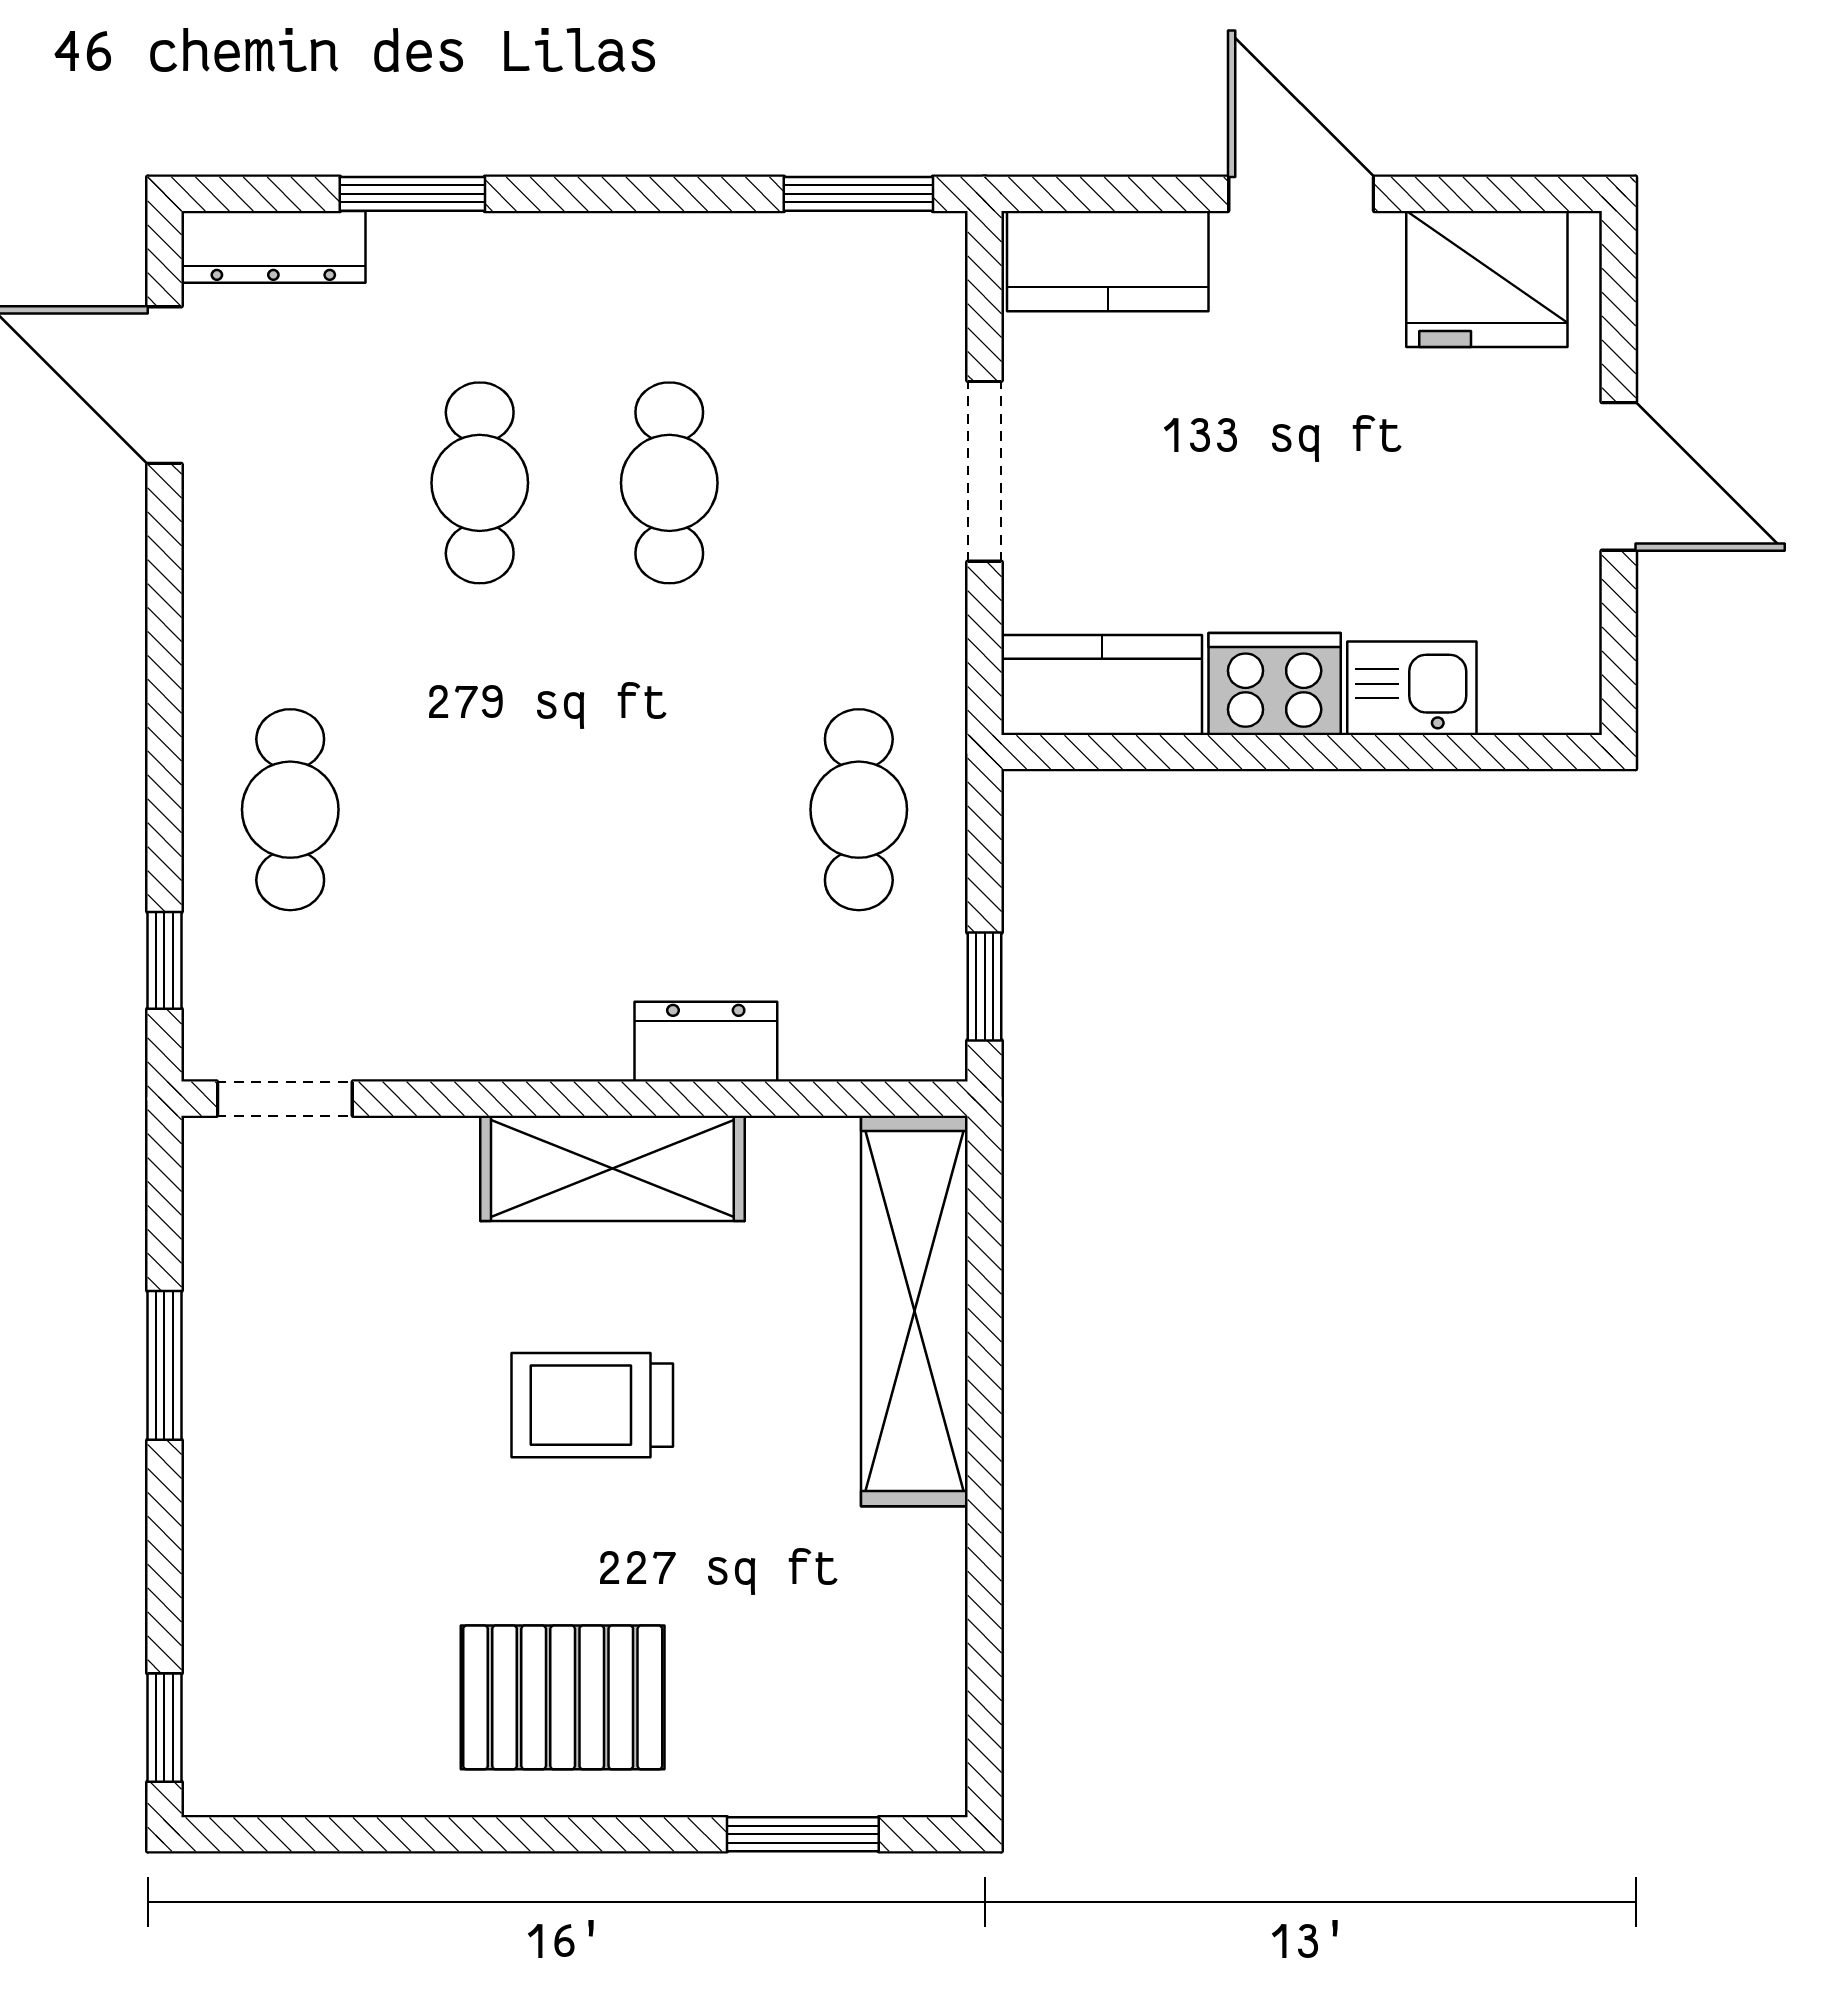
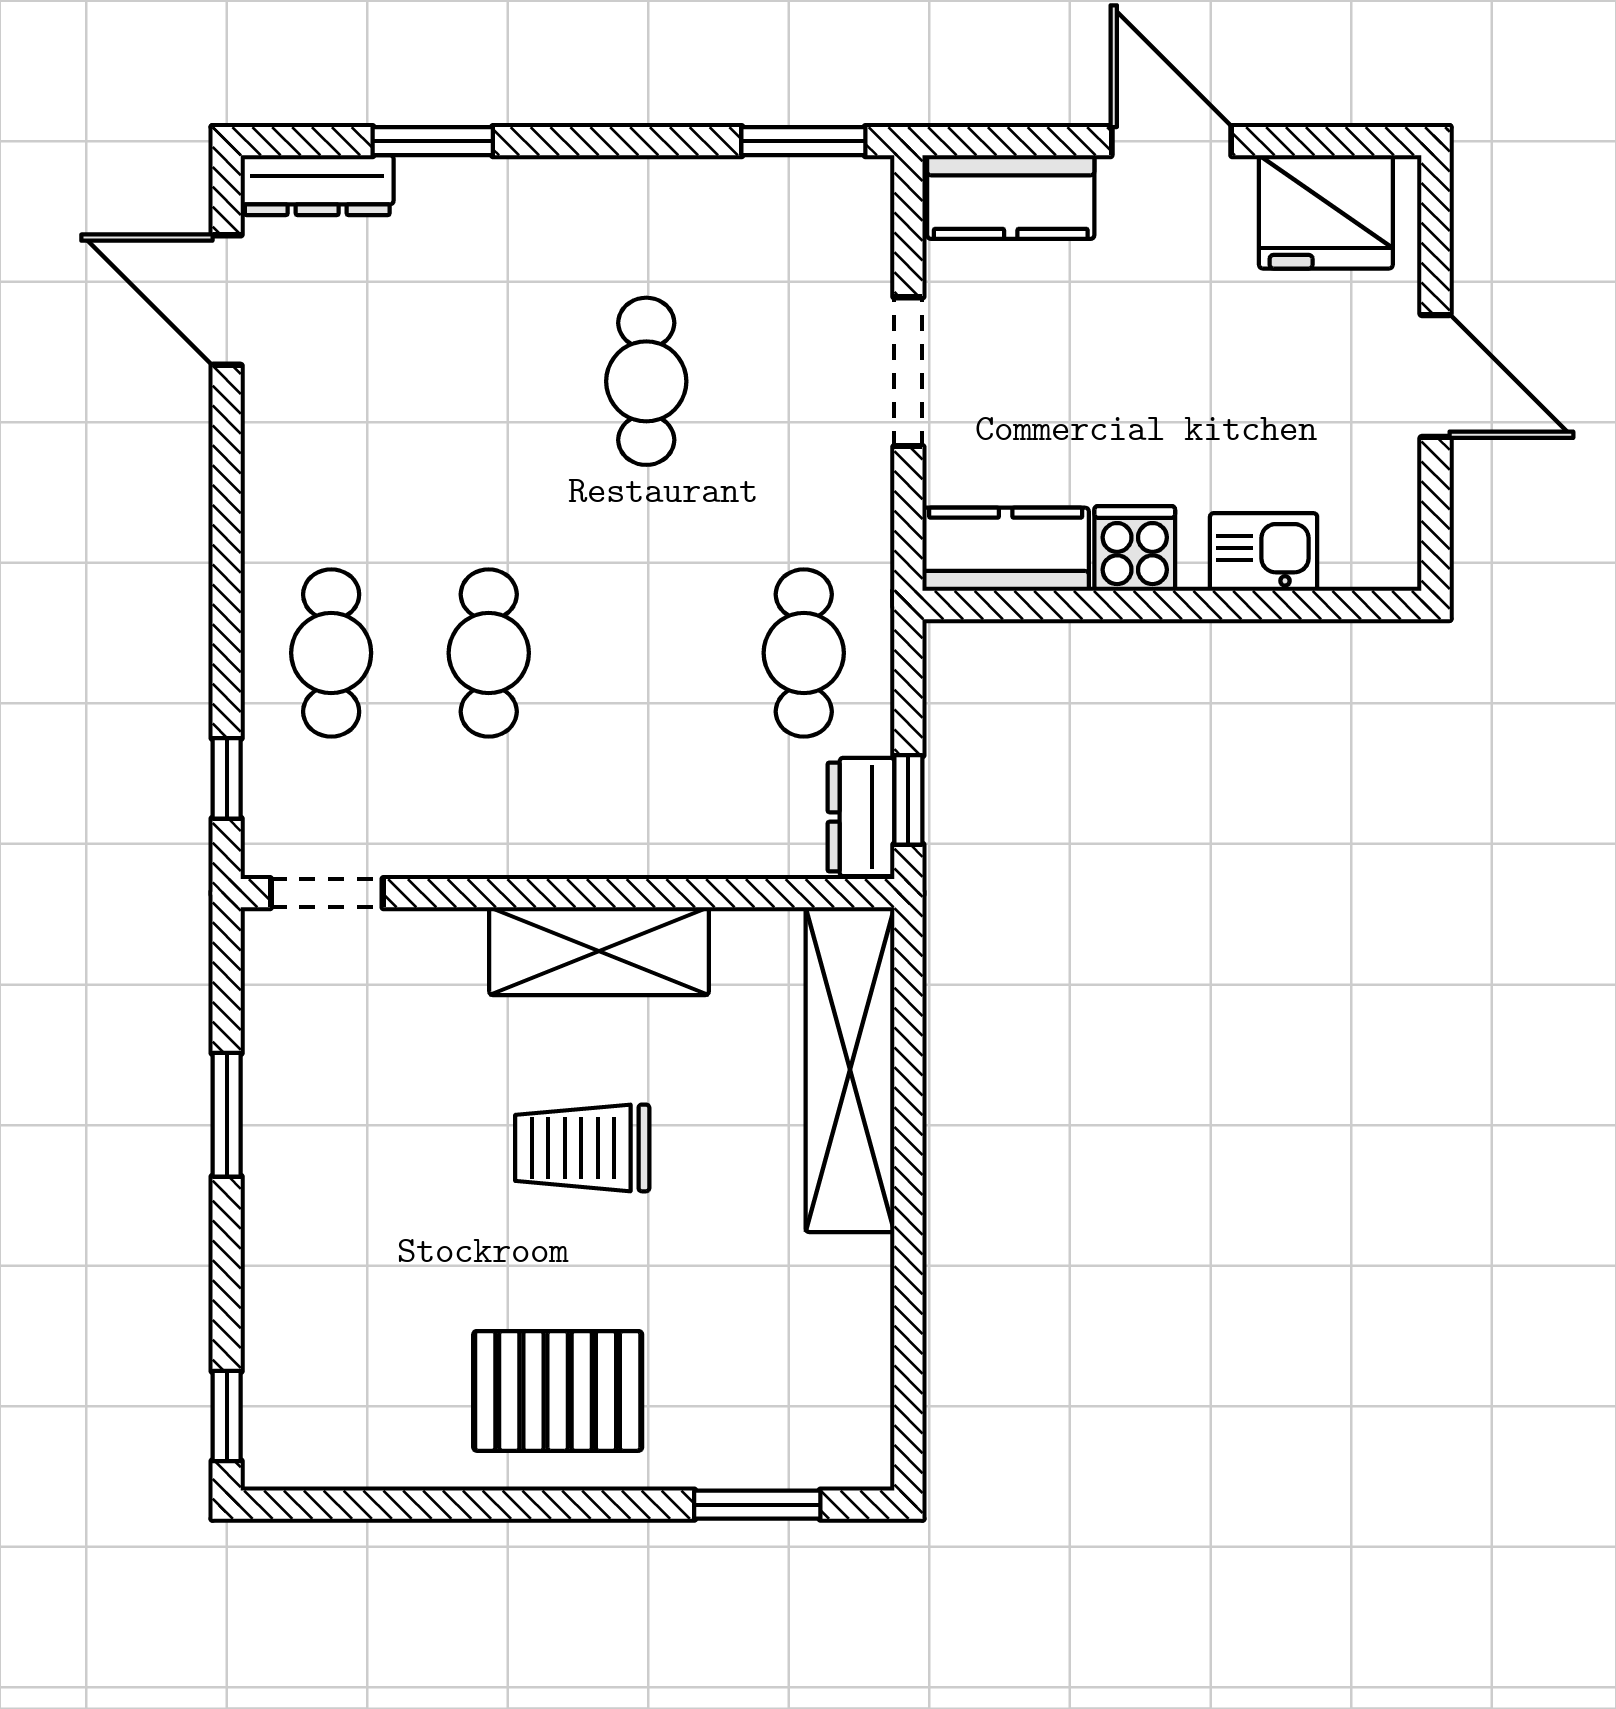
cafe table: (480, 483) -> (489, 653), moved
cooker: (1275, 684) -> (1135, 549), width x0.73
dresser: (706, 1042) -> (861, 817), moved, turned -90

